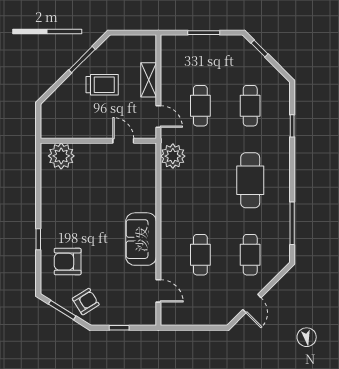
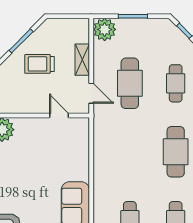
trolley: (102, 85) -> (40, 64), turned 180
cafe table: (200, 106) -> (130, 83), width x1.37, depth x1.35
plant: (173, 156) -> (105, 29), moved

